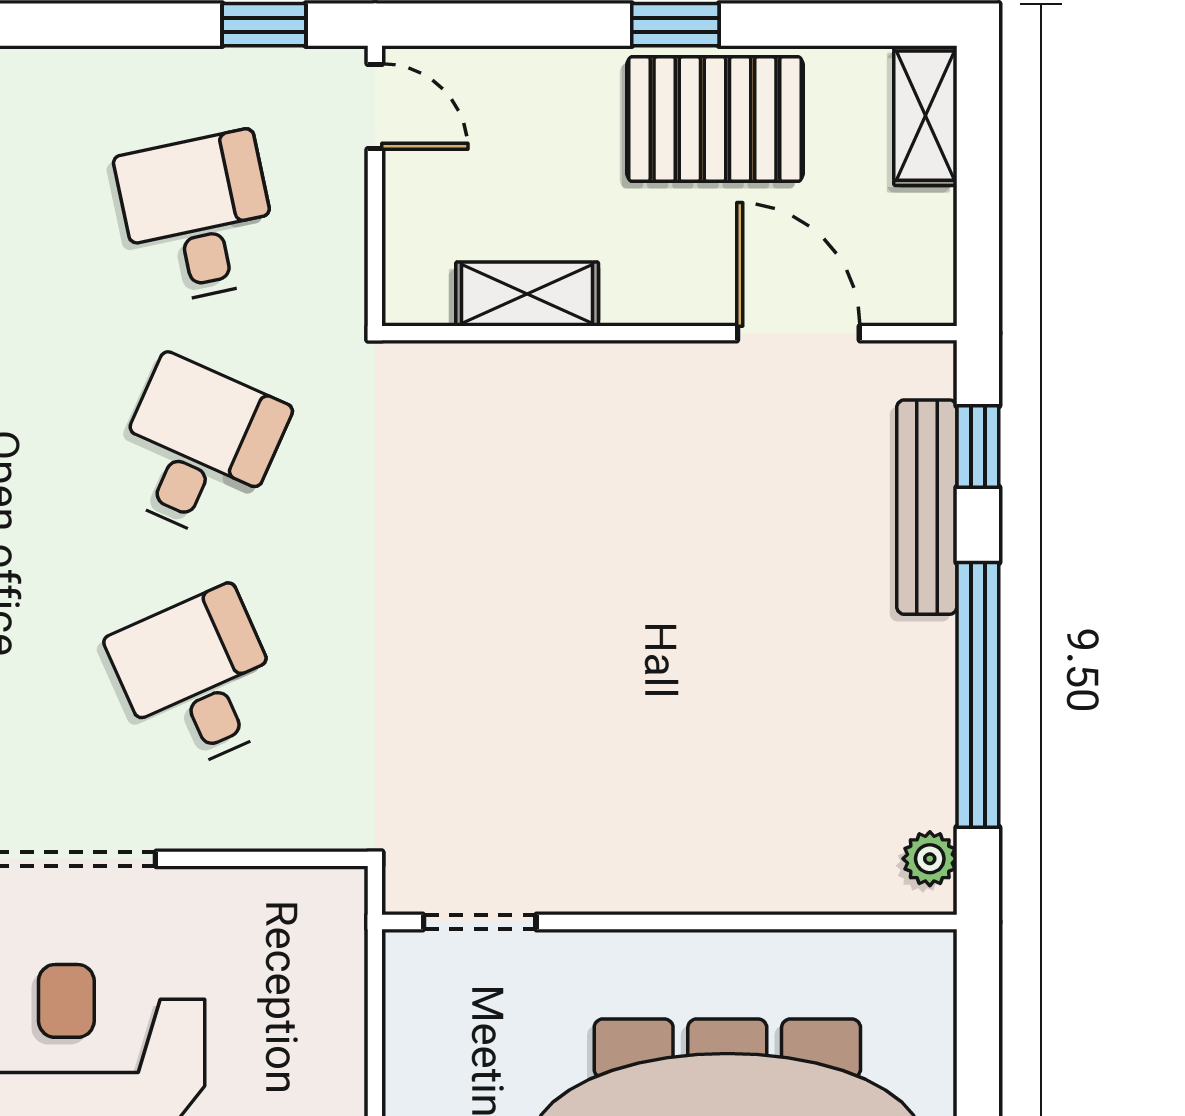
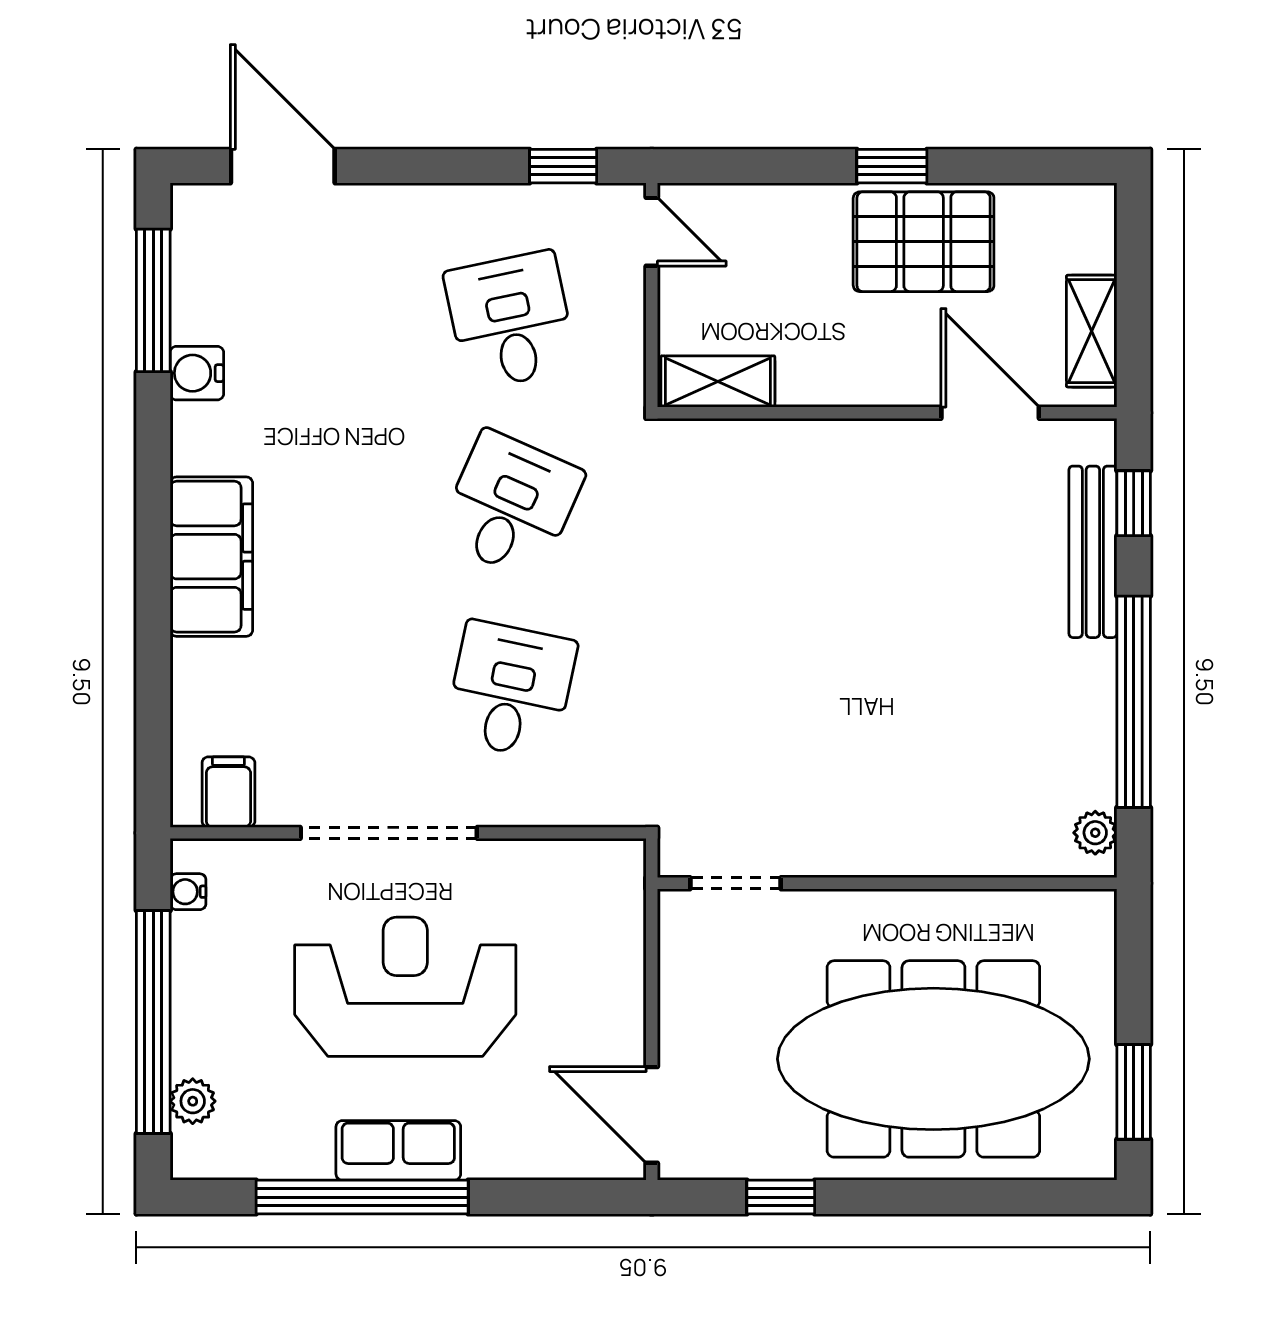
shelving: (925, 116) -> (1092, 331), moved
shelving: (527, 294) -> (718, 381), moved
desk: (198, 680) -> (511, 690), turned 36

